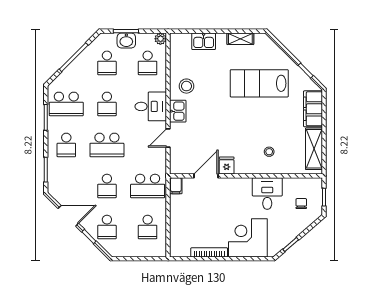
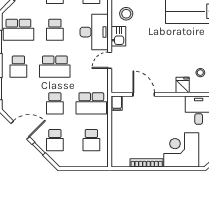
desk: (151, 106) -> (94, 32), width x1.37
fridge: (227, 166) -> (183, 85), moved
door: (206, 176) -> (144, 94), hinge flipped

